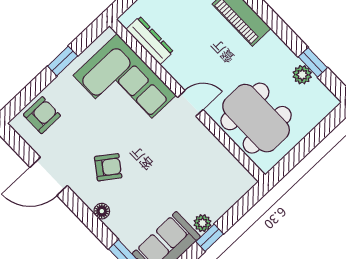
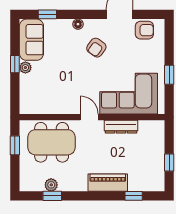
dresser: (150, 40) -> (121, 127), moved
door: (190, 103) -> (89, 117), swing flipped
armchair: (42, 115) -> (144, 30), moved, turned -90
window: (297, 154) -> (15, 145), added

